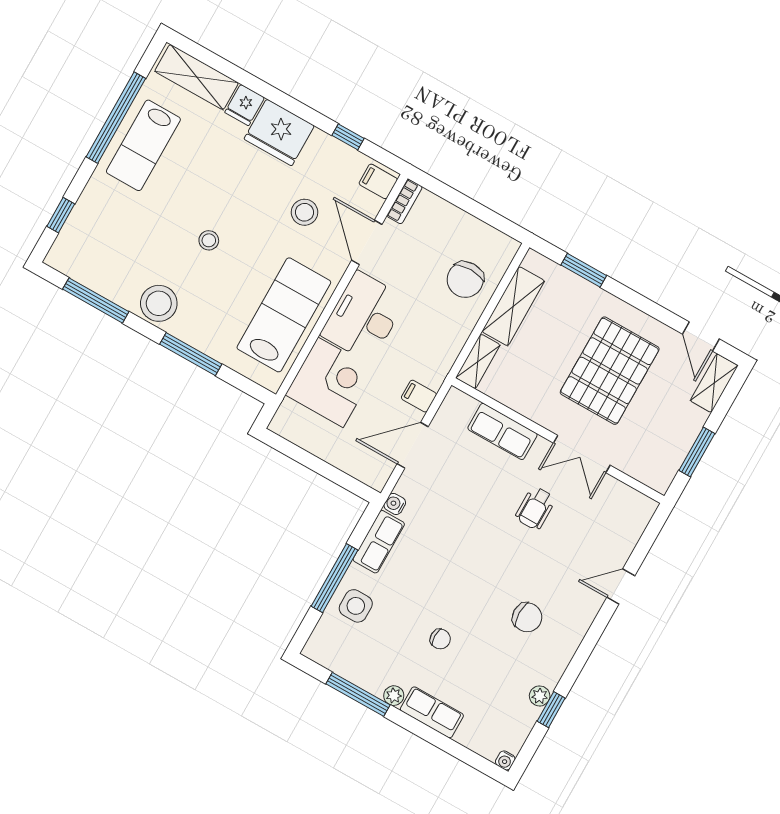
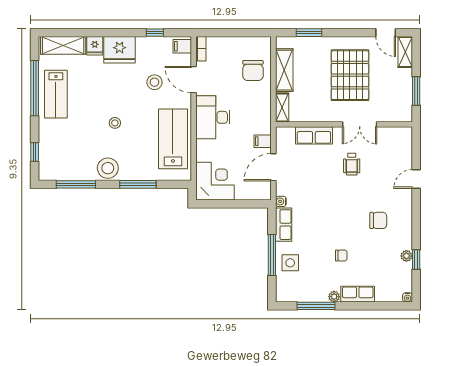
corner desk: (331, 382) -> (215, 181), moved

